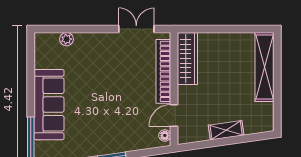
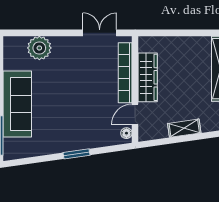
plant: (66, 39) -> (39, 48), width x1.88, depth x1.88
wardrobe: (187, 59) -> (148, 77), moved

